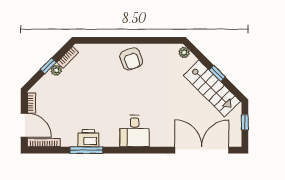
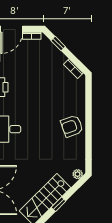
window: (48, 66) -> (58, 44), moved
plant: (56, 70) -> (61, 58), removed

